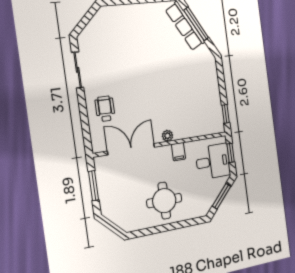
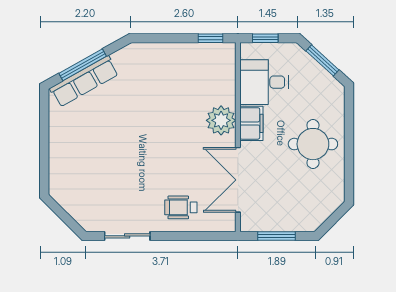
plant: (168, 136) -> (221, 120), width x1.88, depth x1.88
filing cabinet: (178, 152) -> (251, 123), width x2.00
desk: (213, 162) -> (264, 82), moved, turned -90

